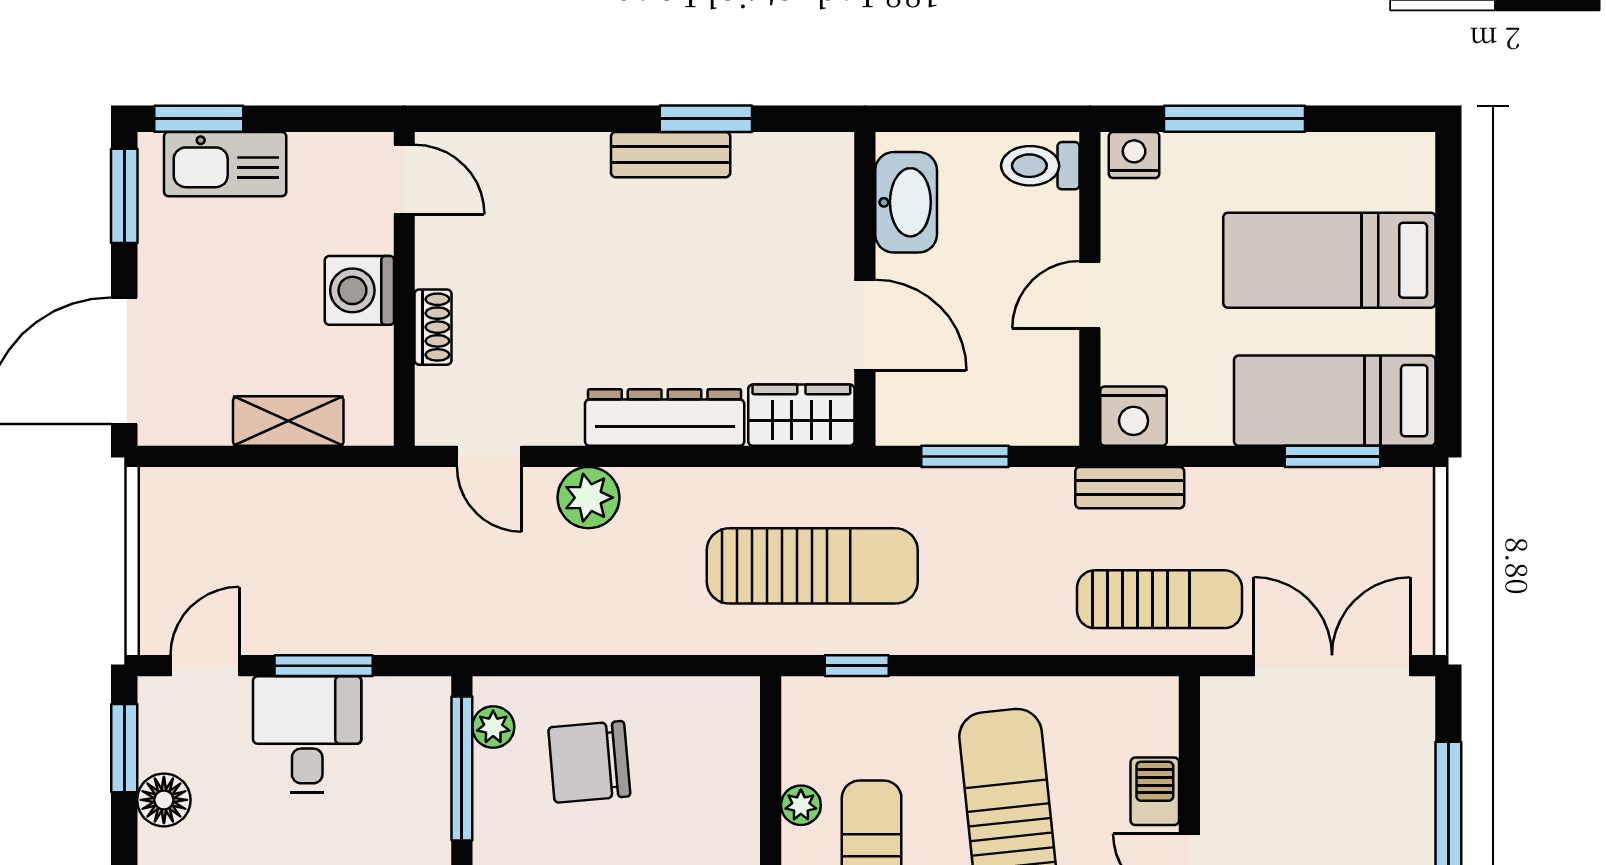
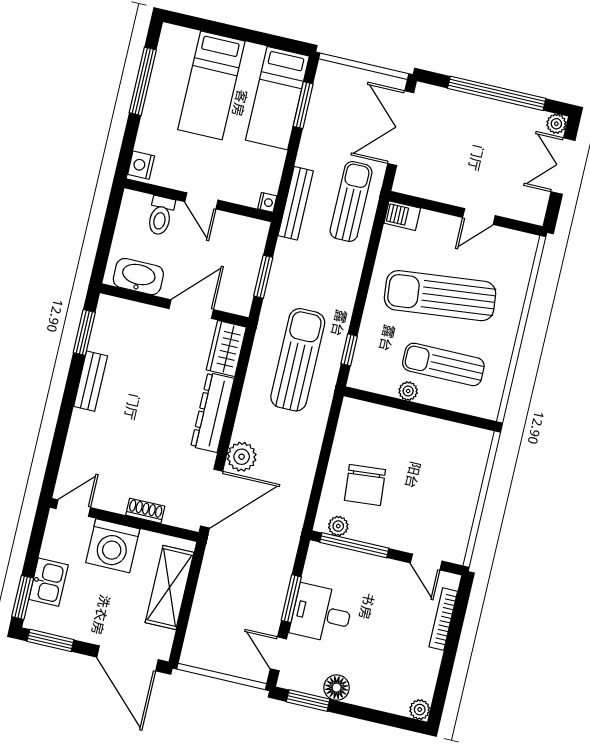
window: (706, 119) -> (84, 332), moved
window: (1235, 119) -> (143, 81), moved
kitchen sink: (225, 164) -> (48, 582), width x0.73
toilet: (1040, 166) -> (161, 216), moved
washing machine: (359, 290) -> (113, 546), width x1.37, depth x1.37
nightstand: (1134, 416) -> (267, 202), width x0.53, depth x0.56
shelving: (288, 421) -> (169, 588), width x1.50, depth x1.33
door: (489, 456) -> (212, 499), width x1.88
bench: (1130, 488) -> (296, 203), width x1.36
barbecue: (1155, 791) -> (402, 216), moved

